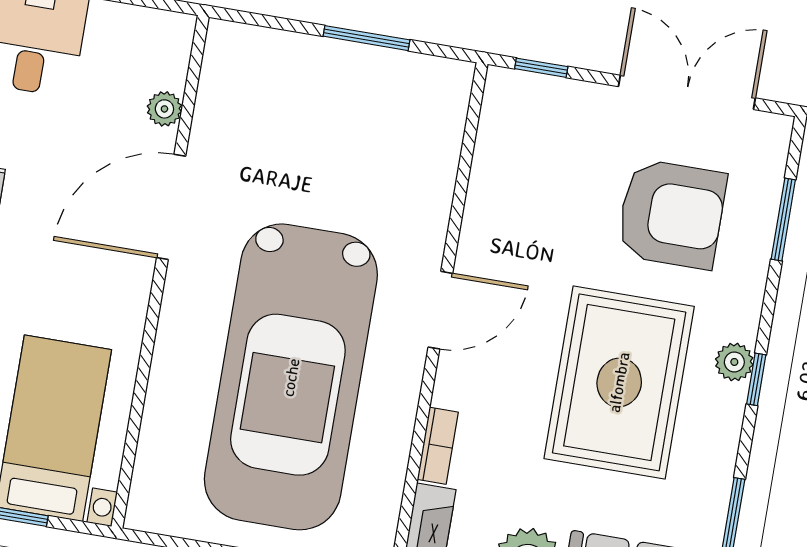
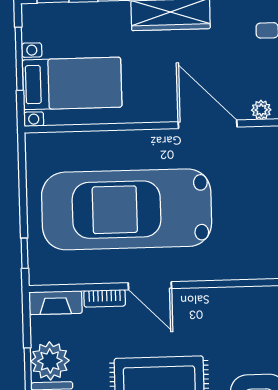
door: (440, 310) -> (150, 286), moved

